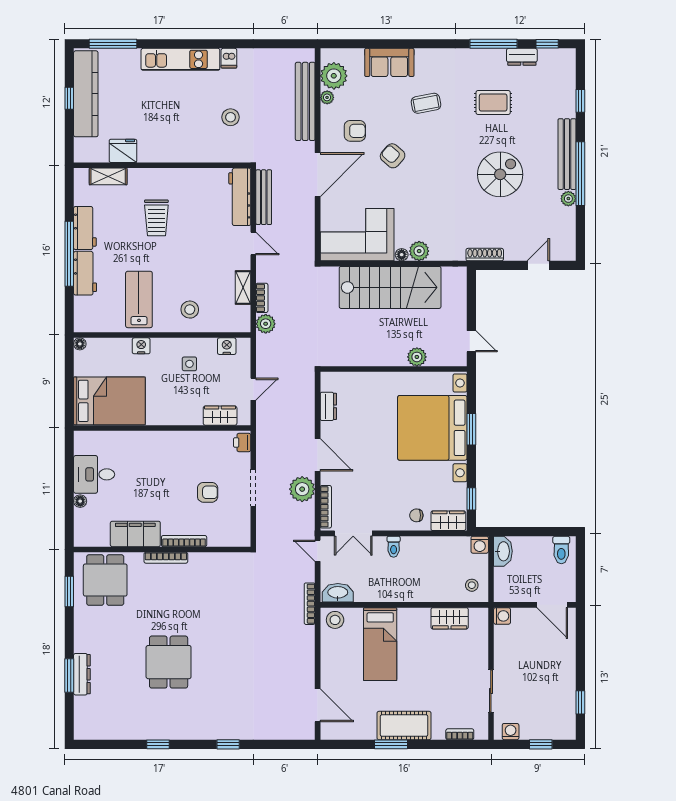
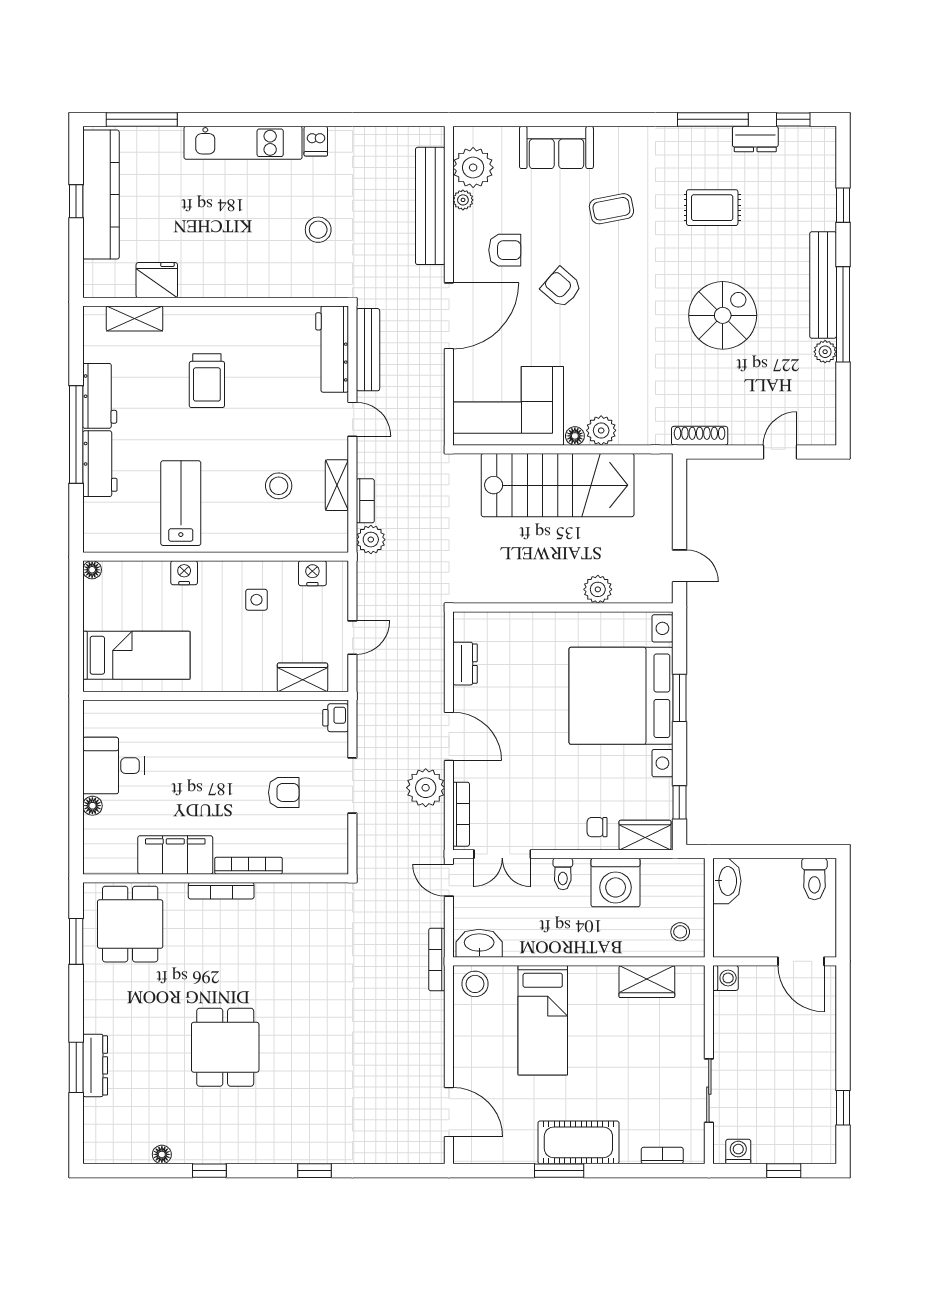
stool: (190, 310) -> (279, 486), moved
bed: (109, 401) -> (136, 655), width x0.67
washing machine: (480, 545) -> (616, 883), moved, width x1.89, depth x1.89
floor lamp: (126, 734) -> (162, 1154), added

